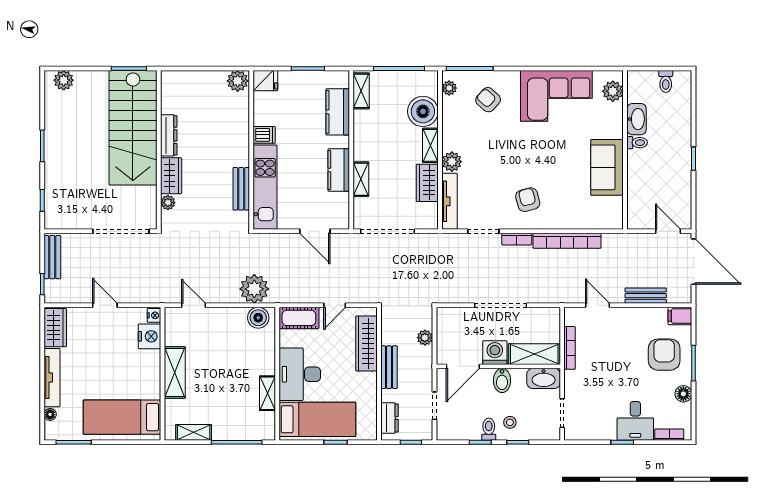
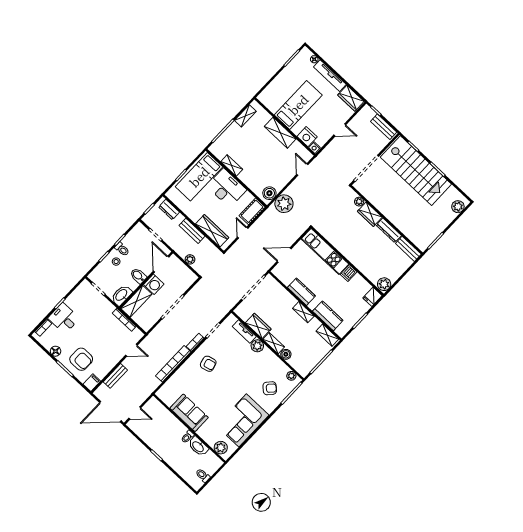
boiler: (423, 111) -> (286, 354), width x0.54, depth x0.54
stairs: (133, 128) -> (416, 171), moved, turned 180
shelving: (361, 179) -> (303, 312), moved
bench: (241, 189) -> (408, 249), moved
tv unit: (449, 201) -> (244, 331), width x0.71
door: (193, 305) -> (302, 170), swing flipped
bed: (122, 417) -> (298, 105), moved

